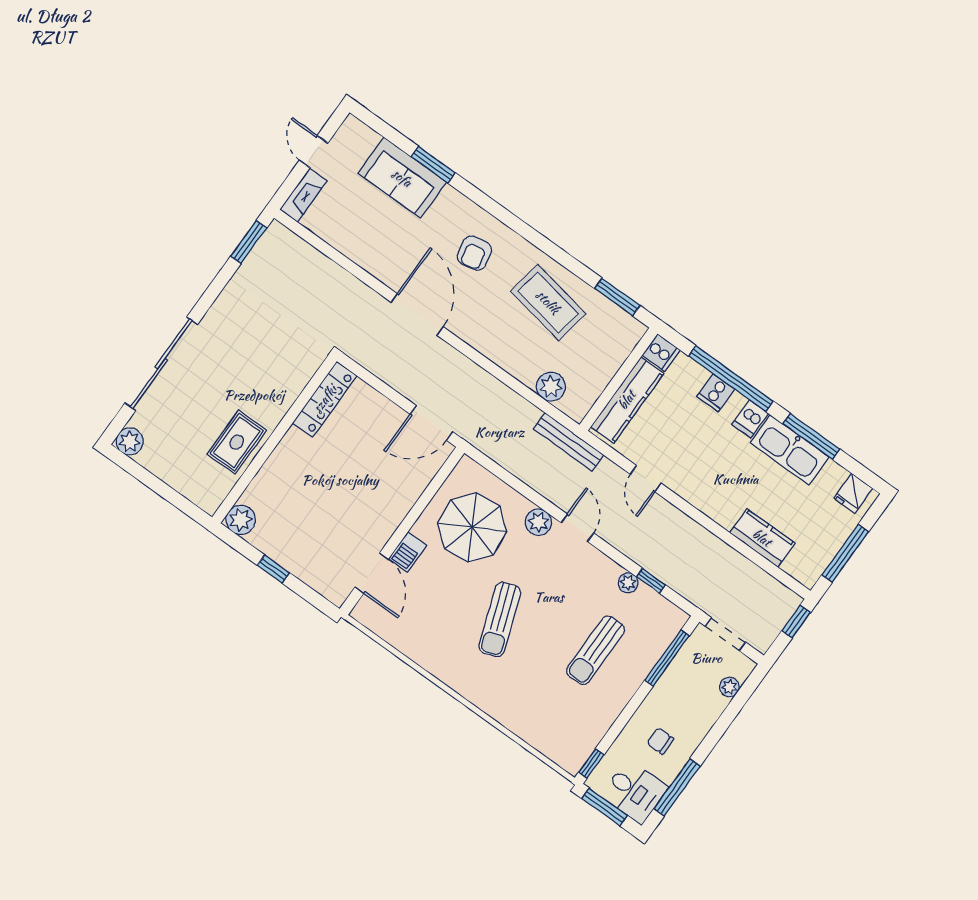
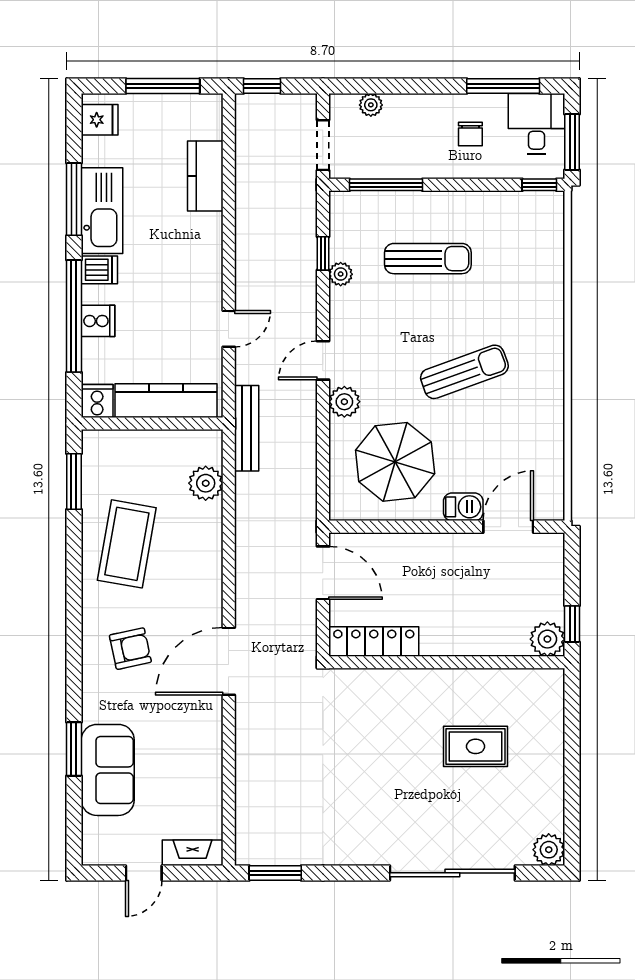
locker: (325, 399) -> (374, 641), moved
wall: (274, 439) -> (447, 662), moved
plant: (241, 520) -> (547, 639), moved

